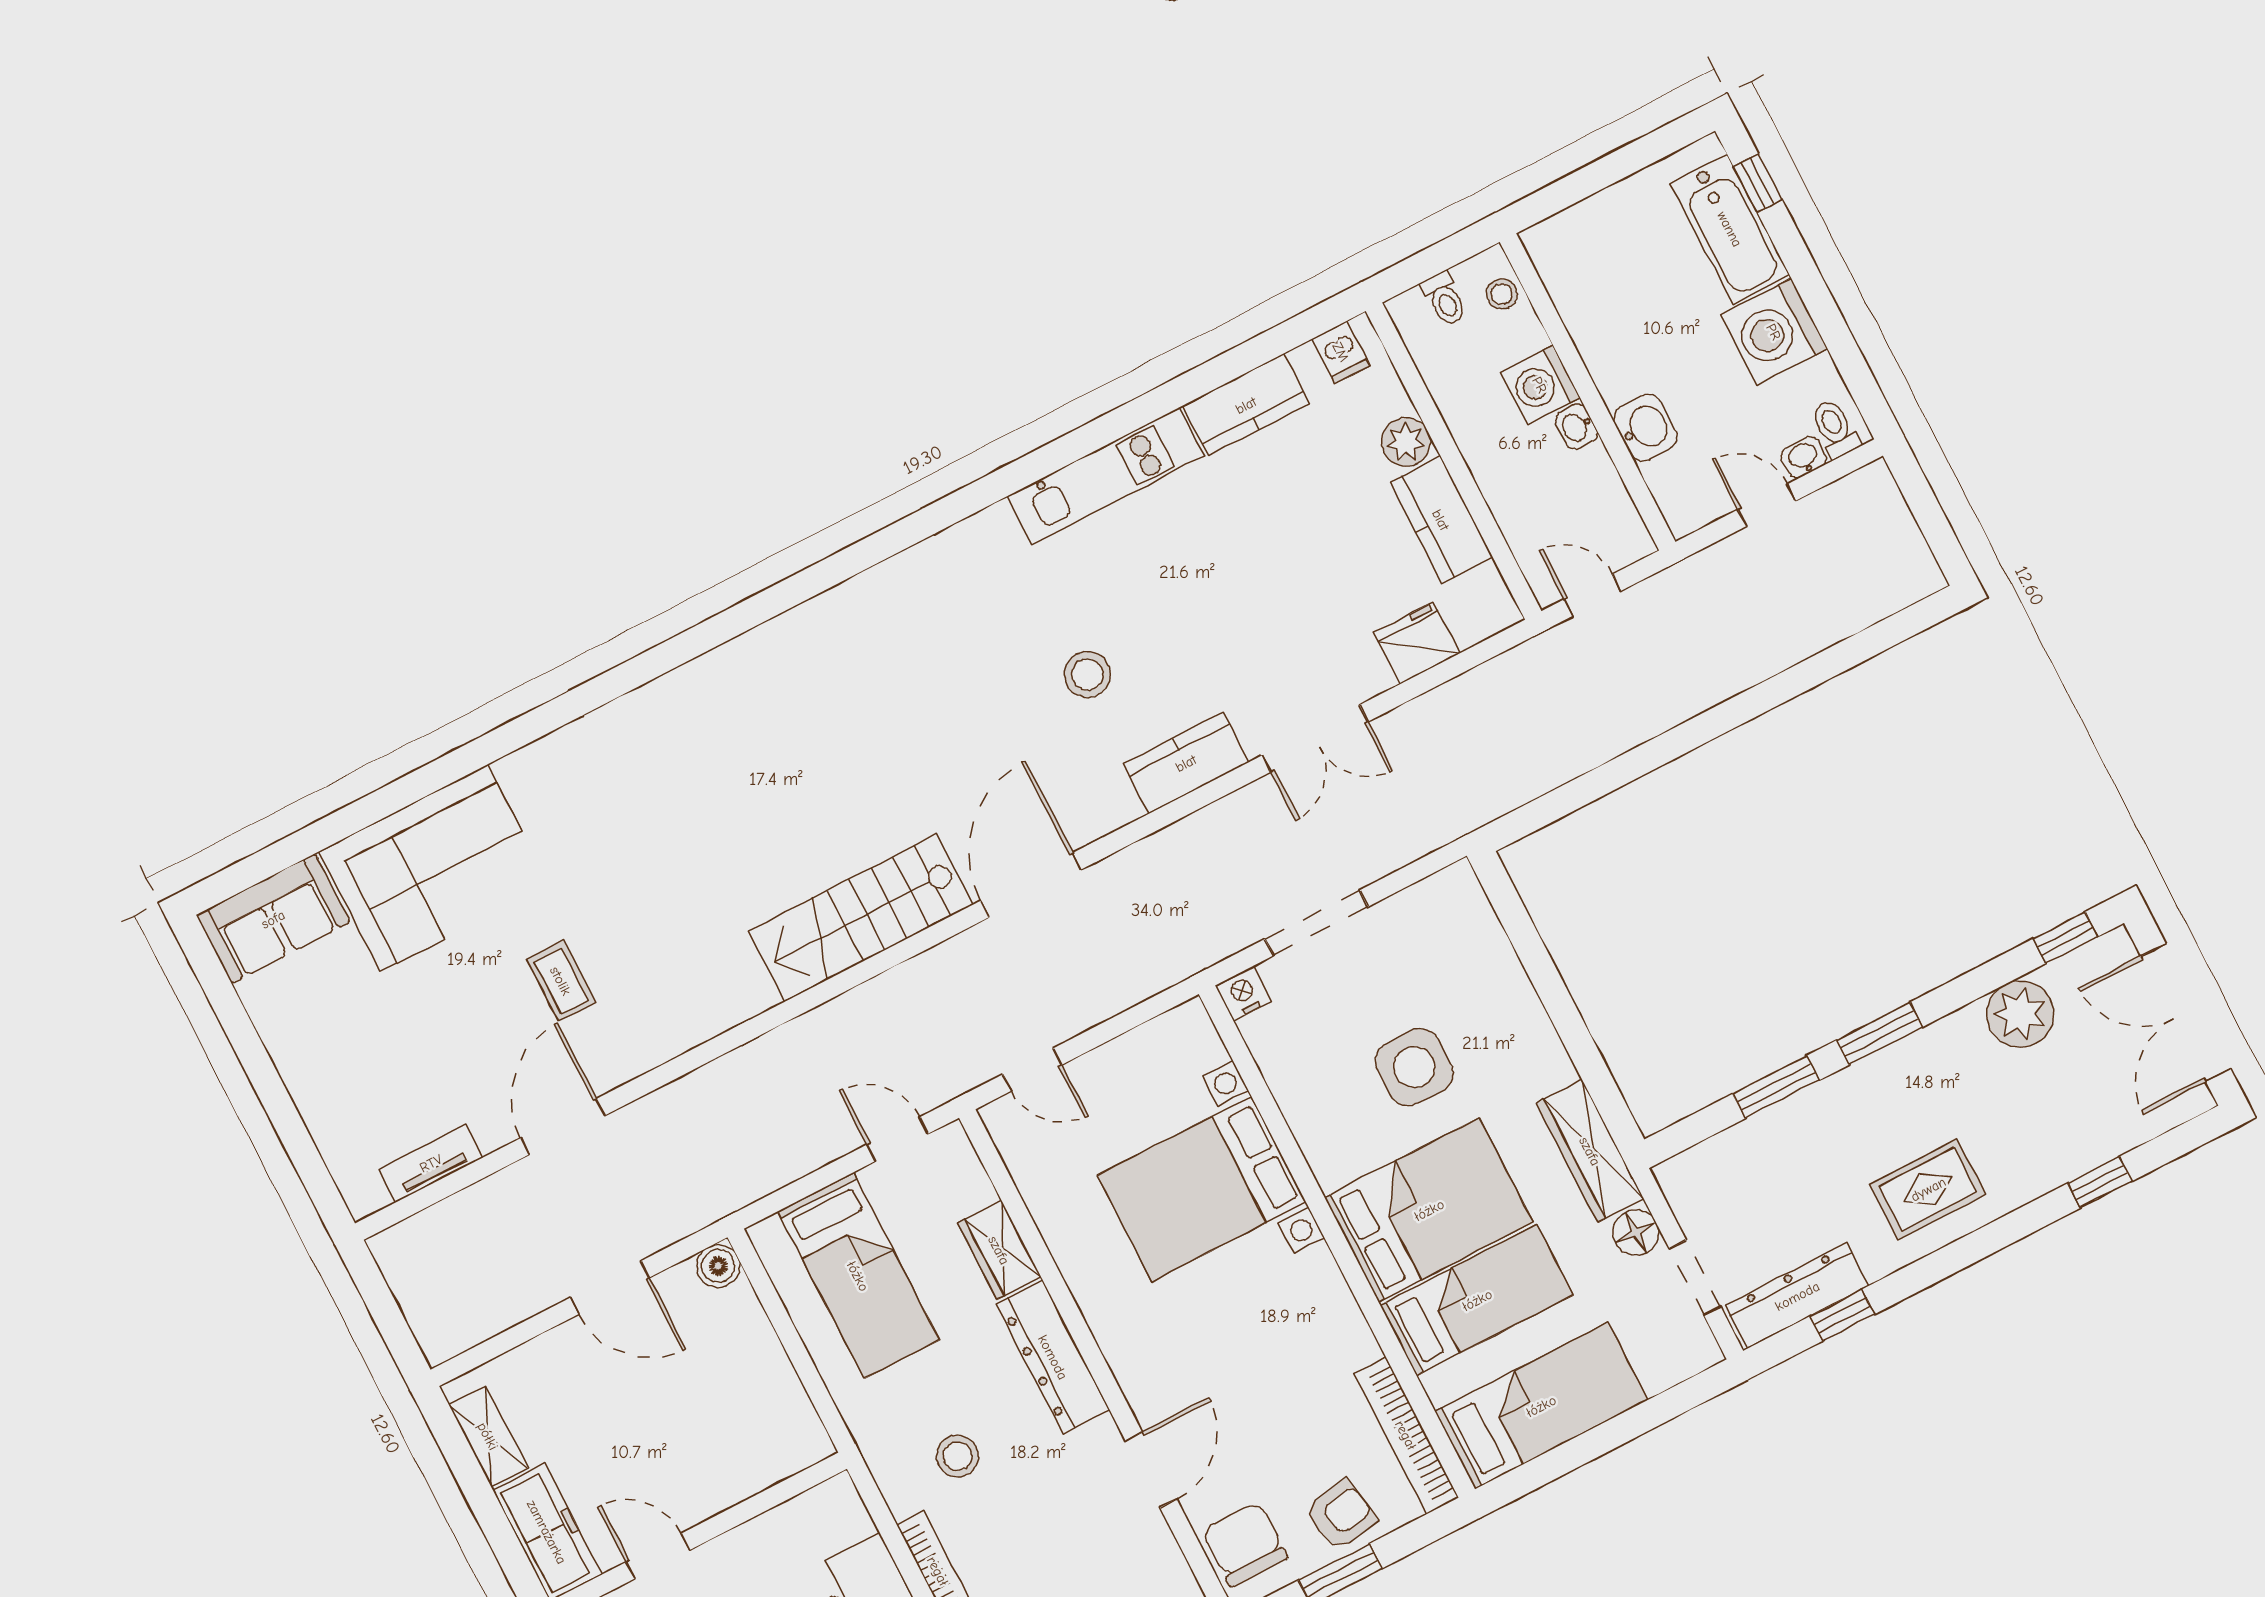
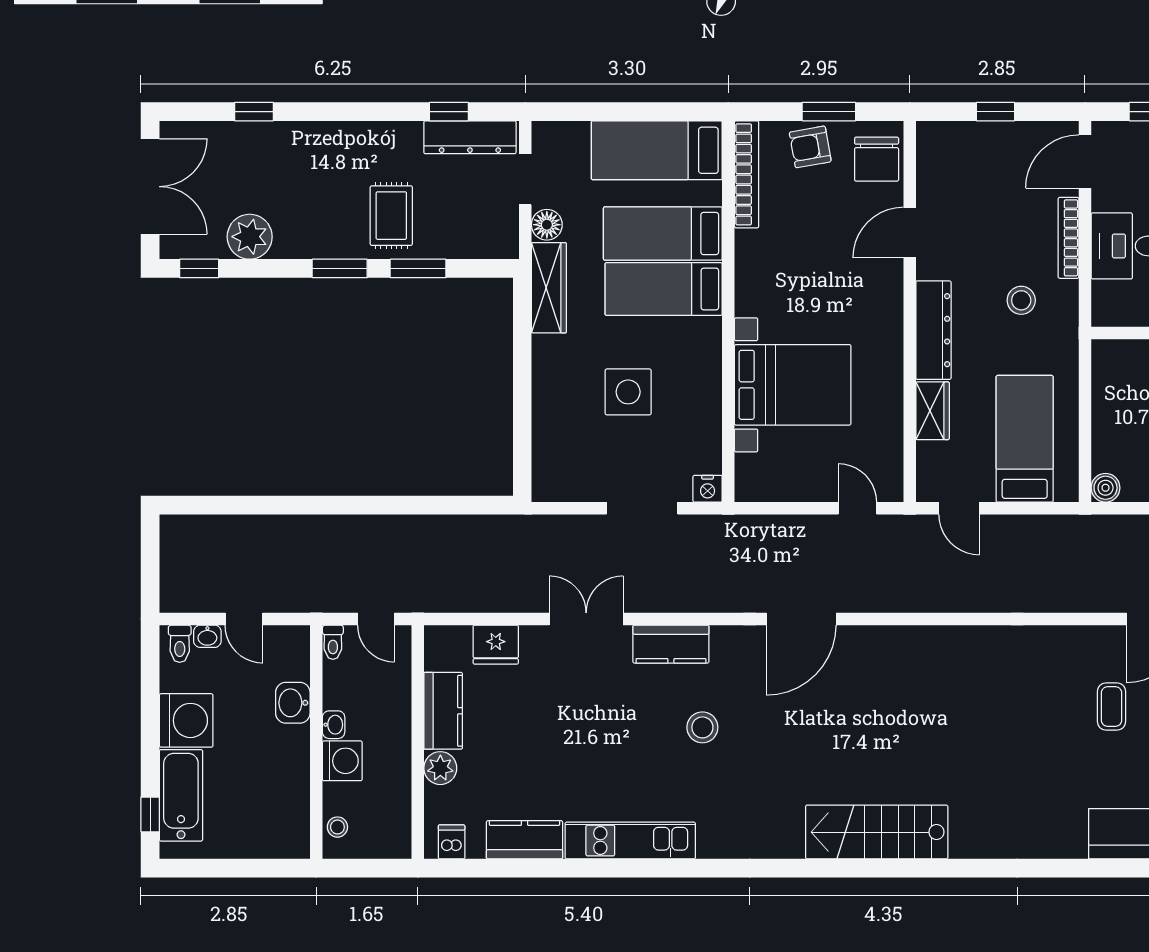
toilet: (1444, 299) -> (333, 642), moved, turned 180
stairs: (861, 918) -> (877, 832), moved, turned 180
rug: (1928, 1189) -> (391, 216), moved, turned 90
bed: (1429, 1210) -> (664, 289), width x0.67

